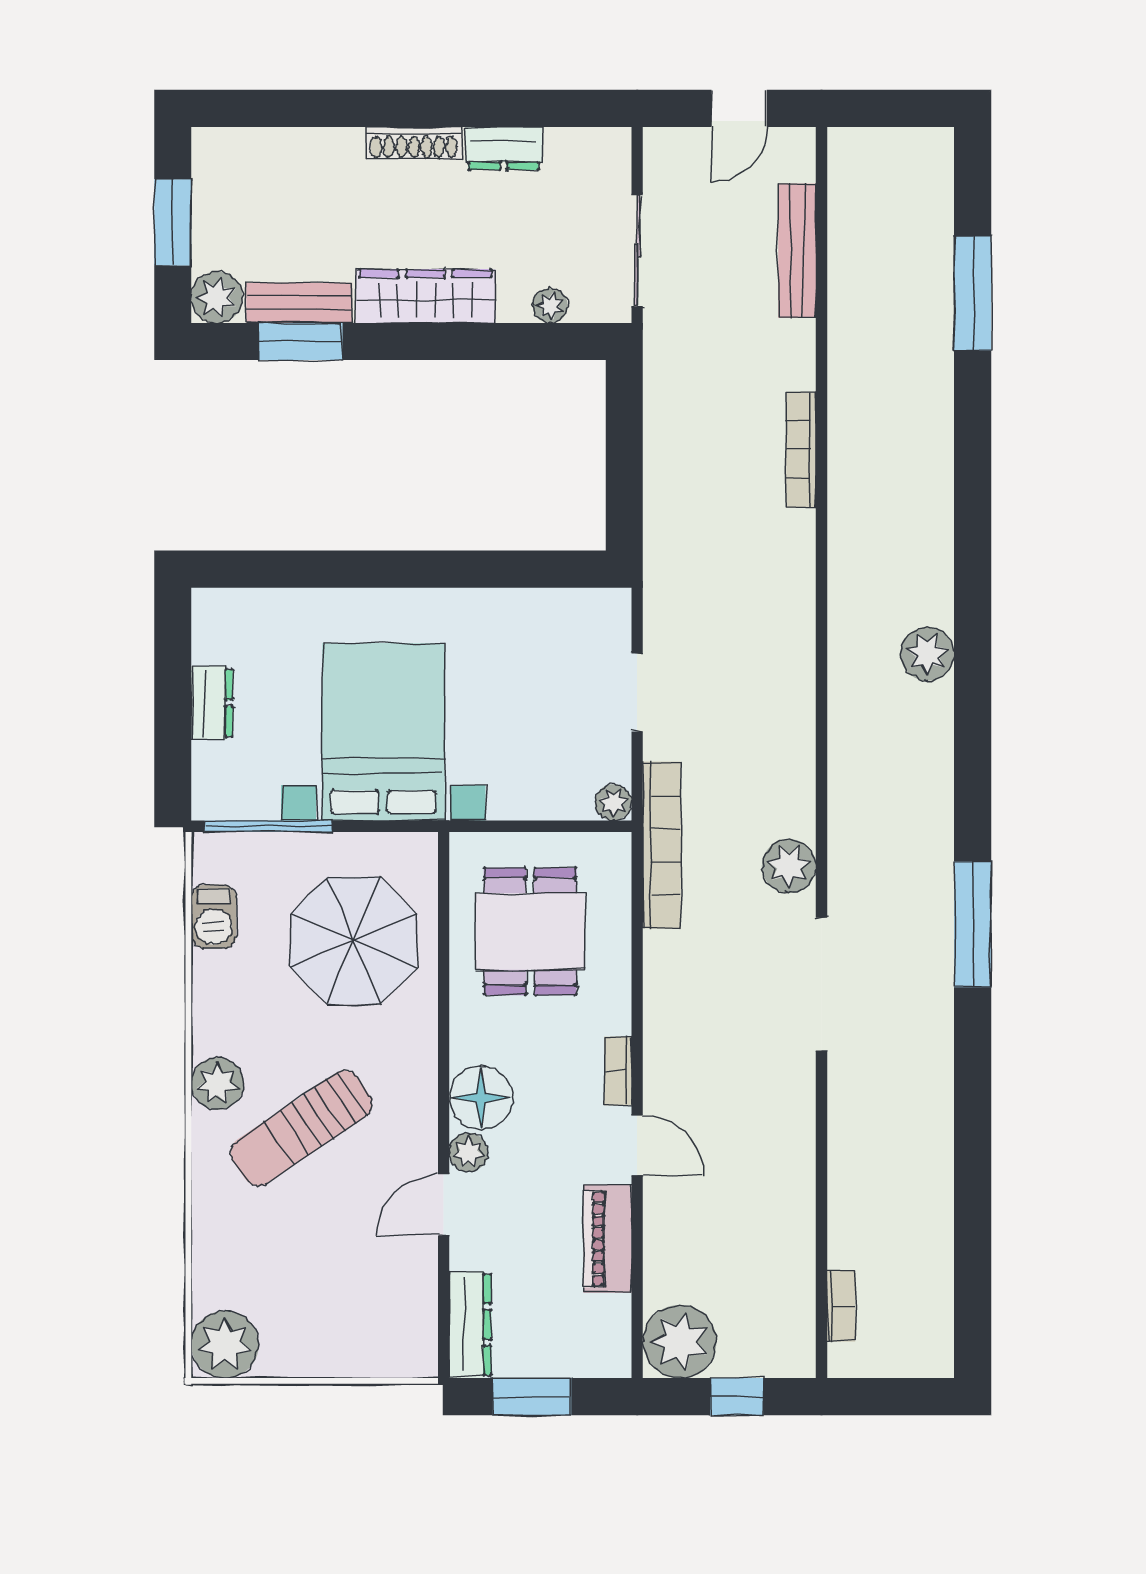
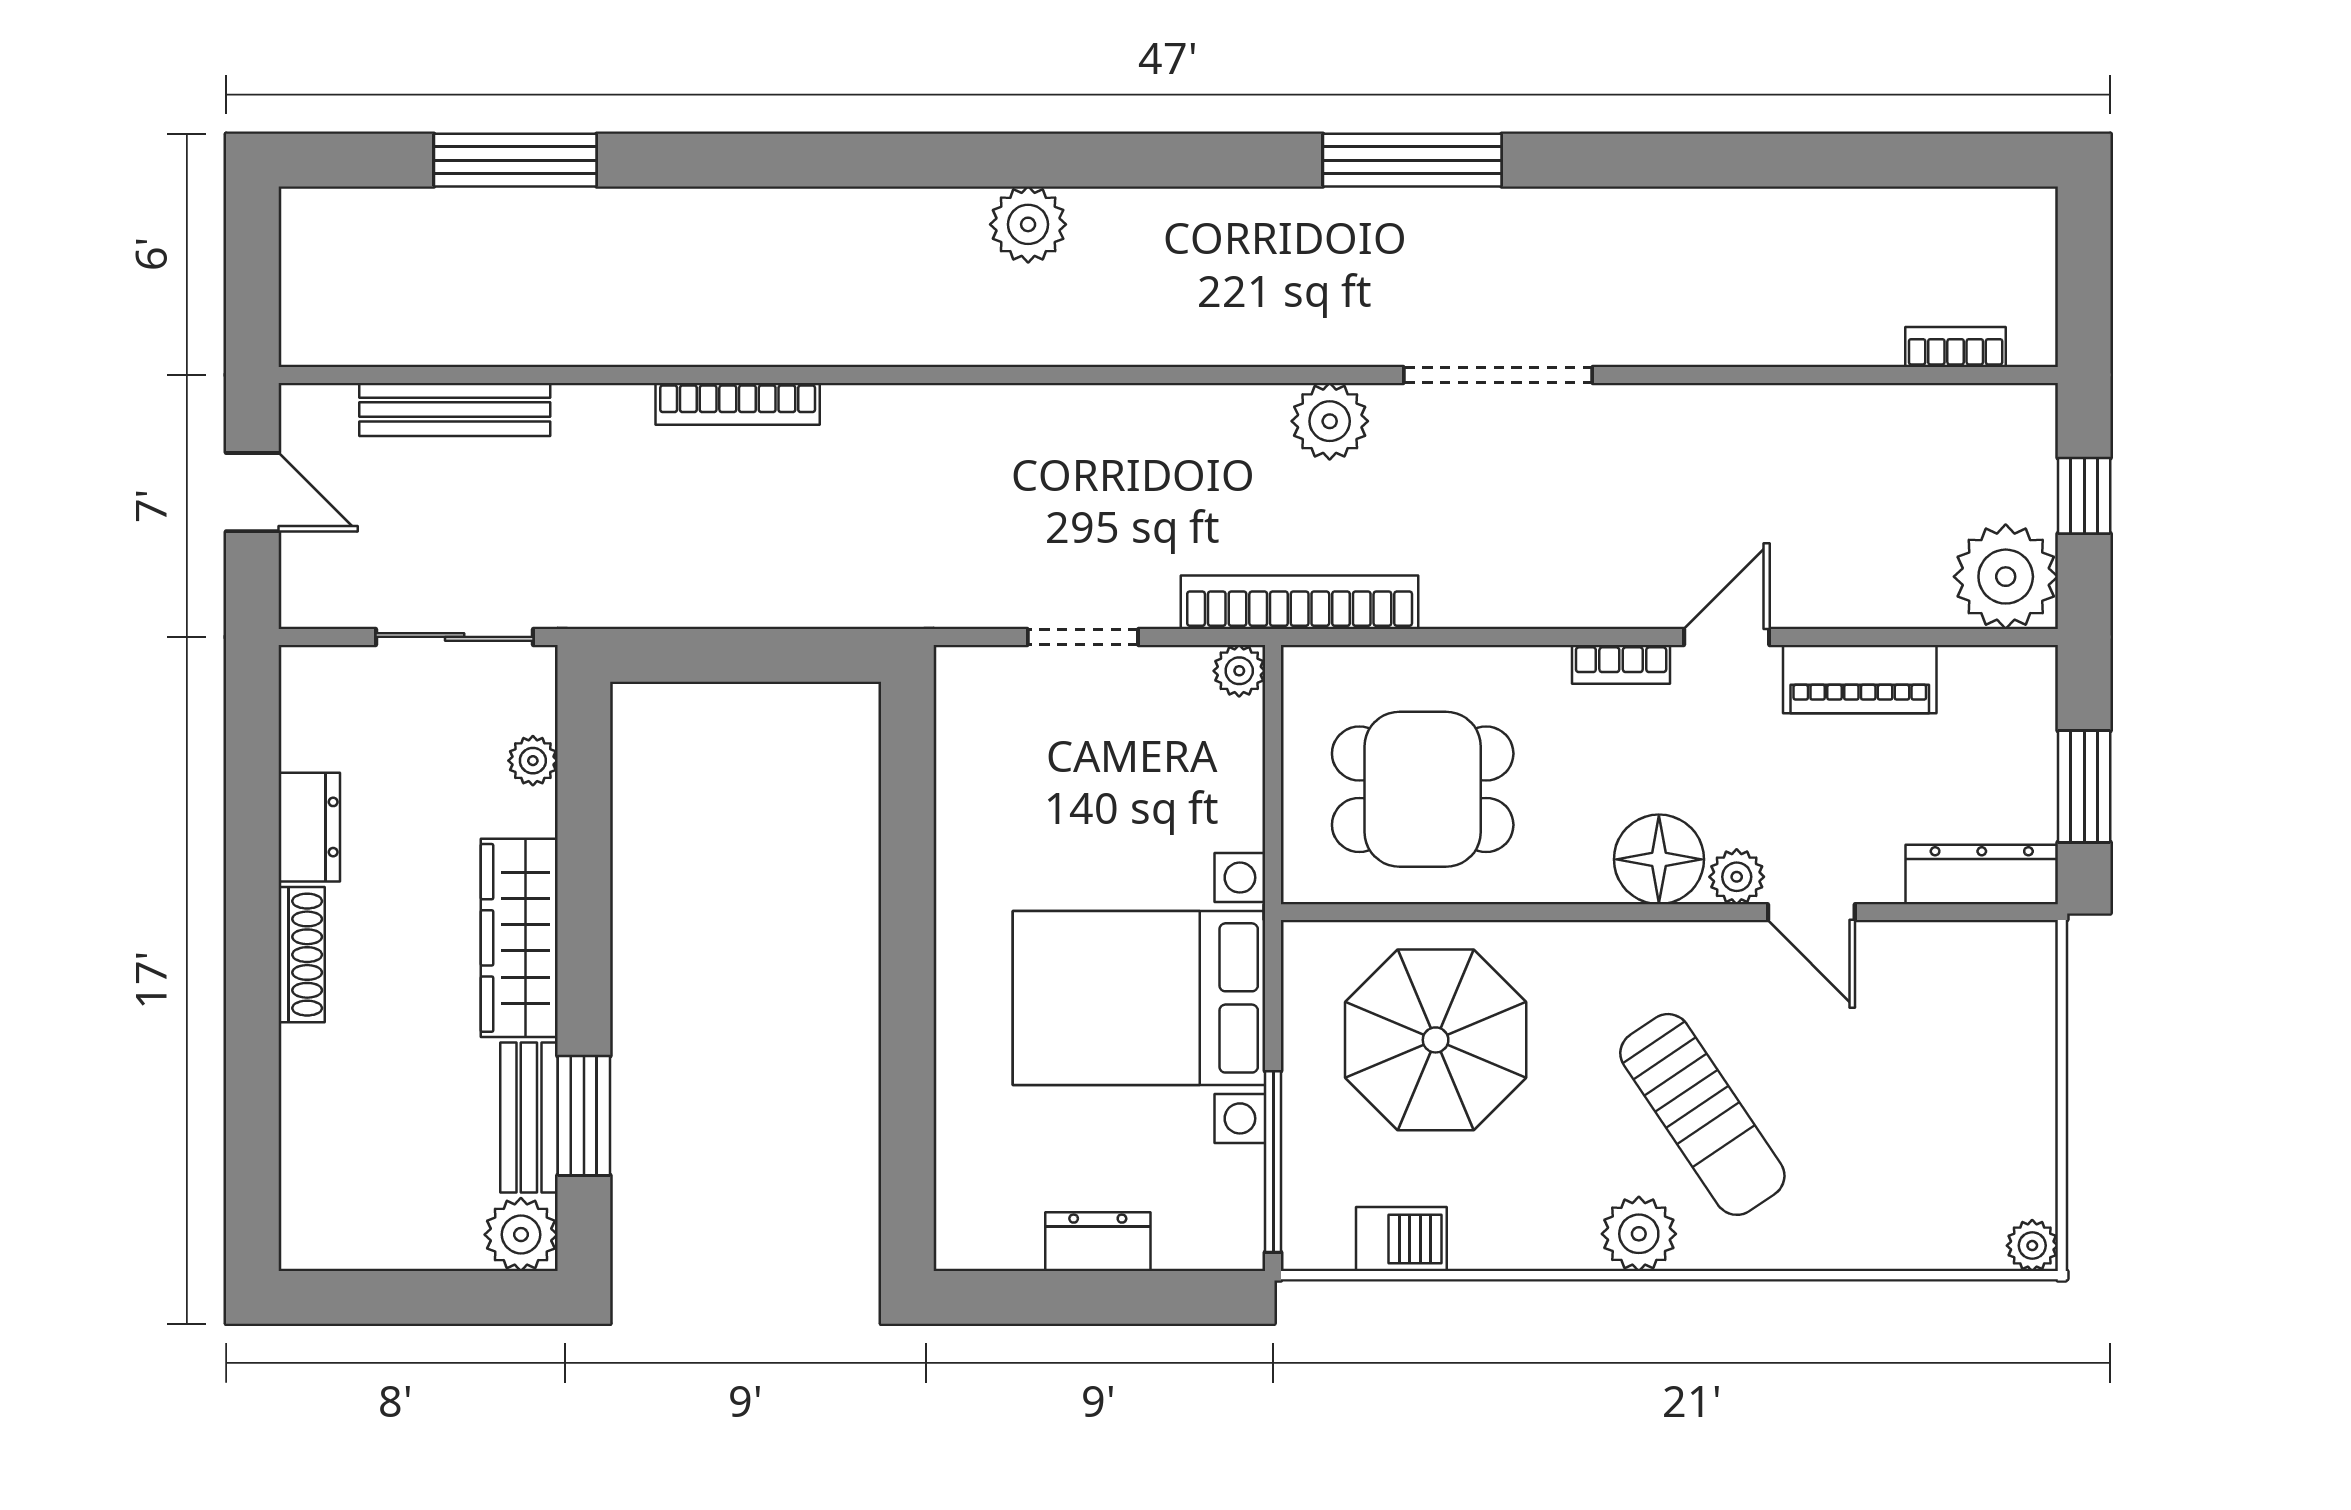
window: (173, 222) -> (414, 1297), removed
plant: (225, 1344) -> (2032, 1246), width x0.53, depth x0.53

